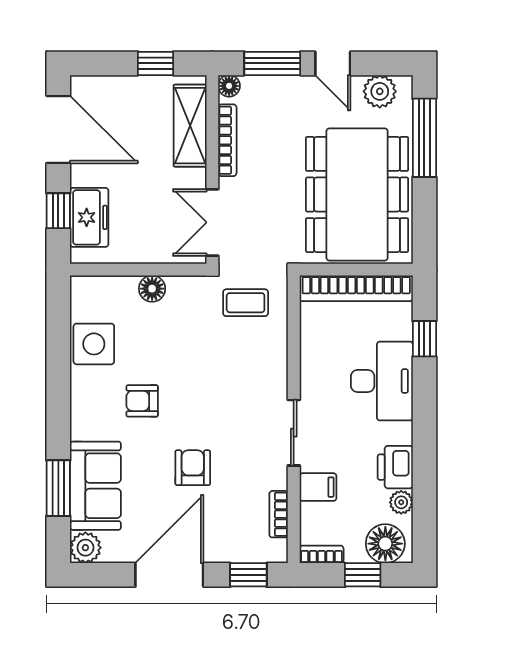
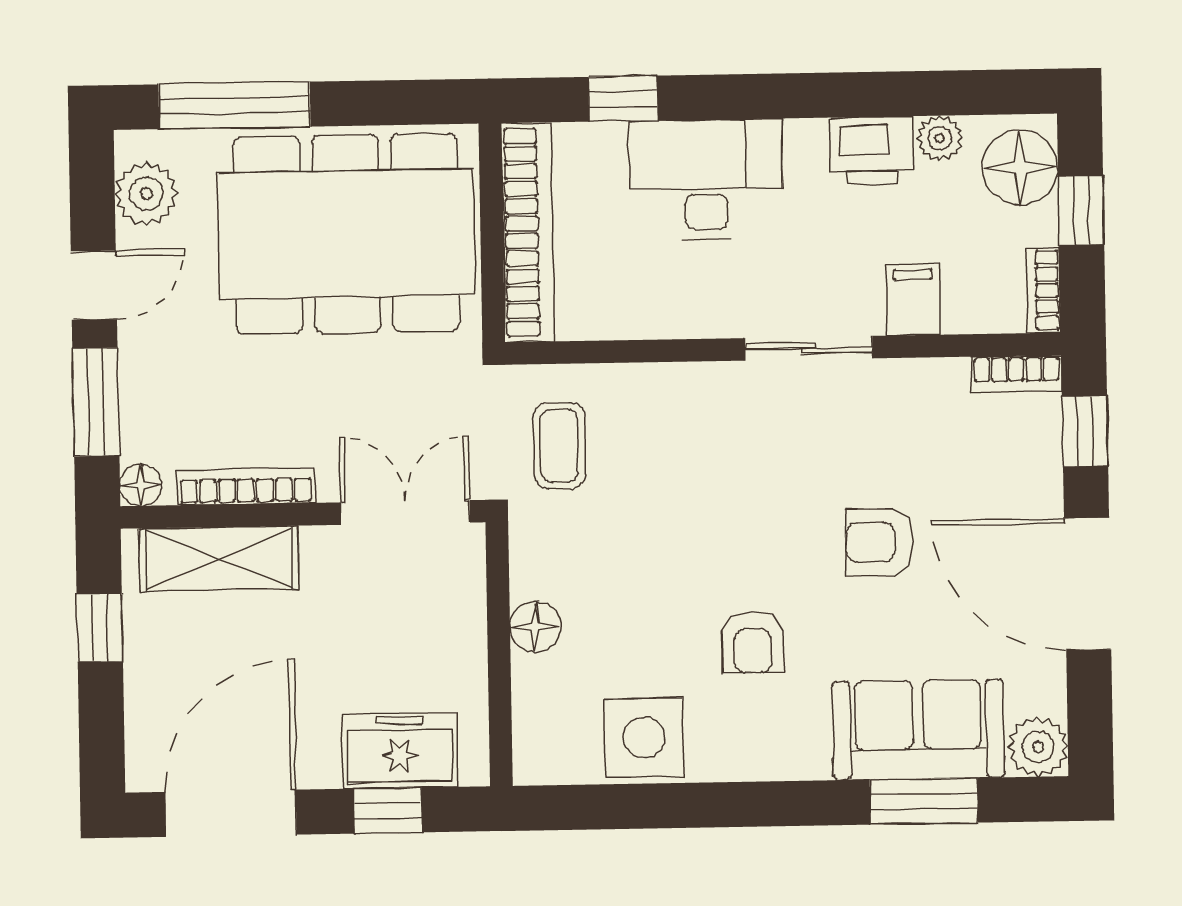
double door: (212, 222) -> (405, 513), swing flipped
bookcase: (279, 514) -> (1017, 374), moved

